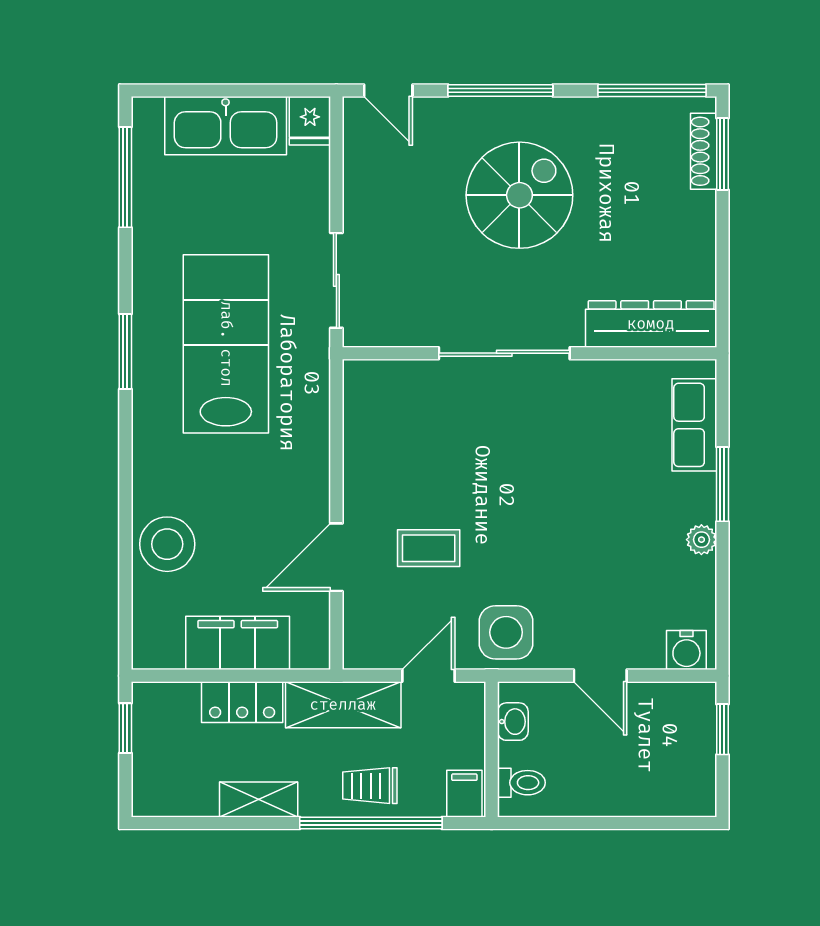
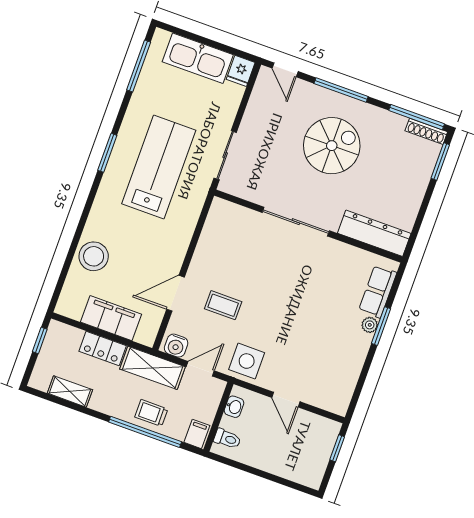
shoe rack: (704, 151) -> (426, 131), moved, turned -90
plant: (701, 540) -> (370, 325), moved
water cooler: (686, 650) -> (176, 346), moved
shelving: (259, 799) -> (70, 391), moved

